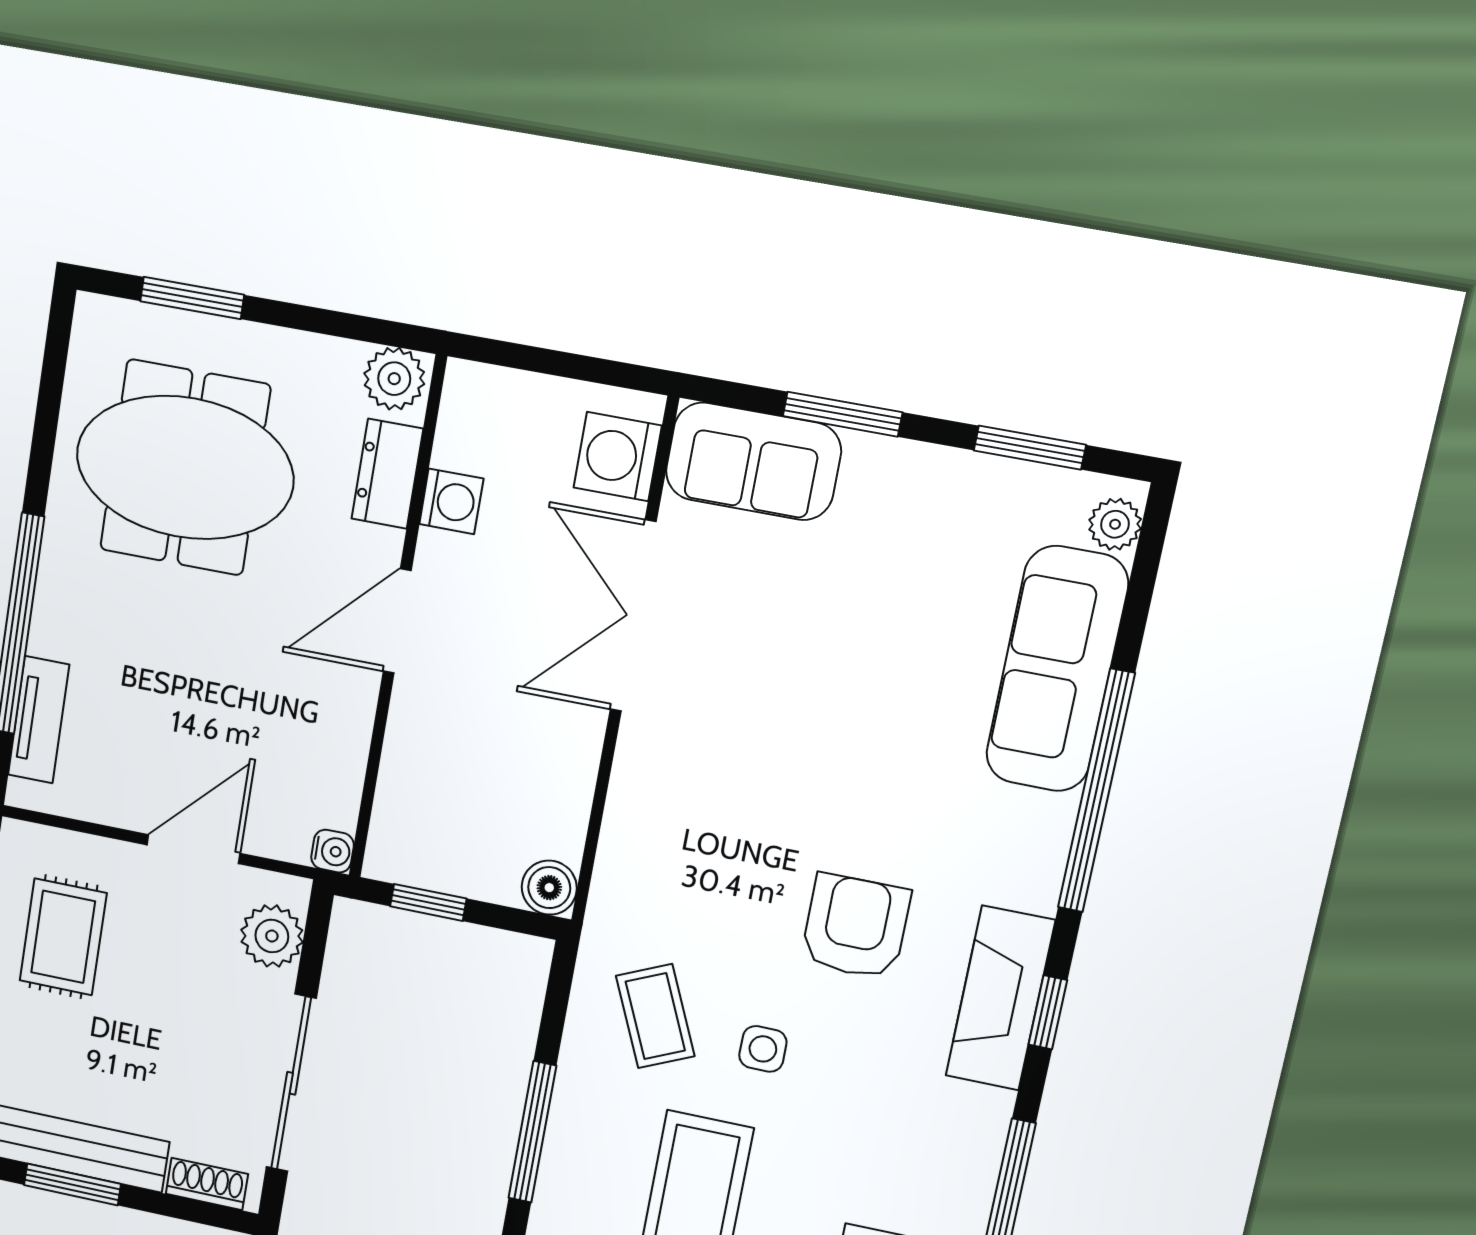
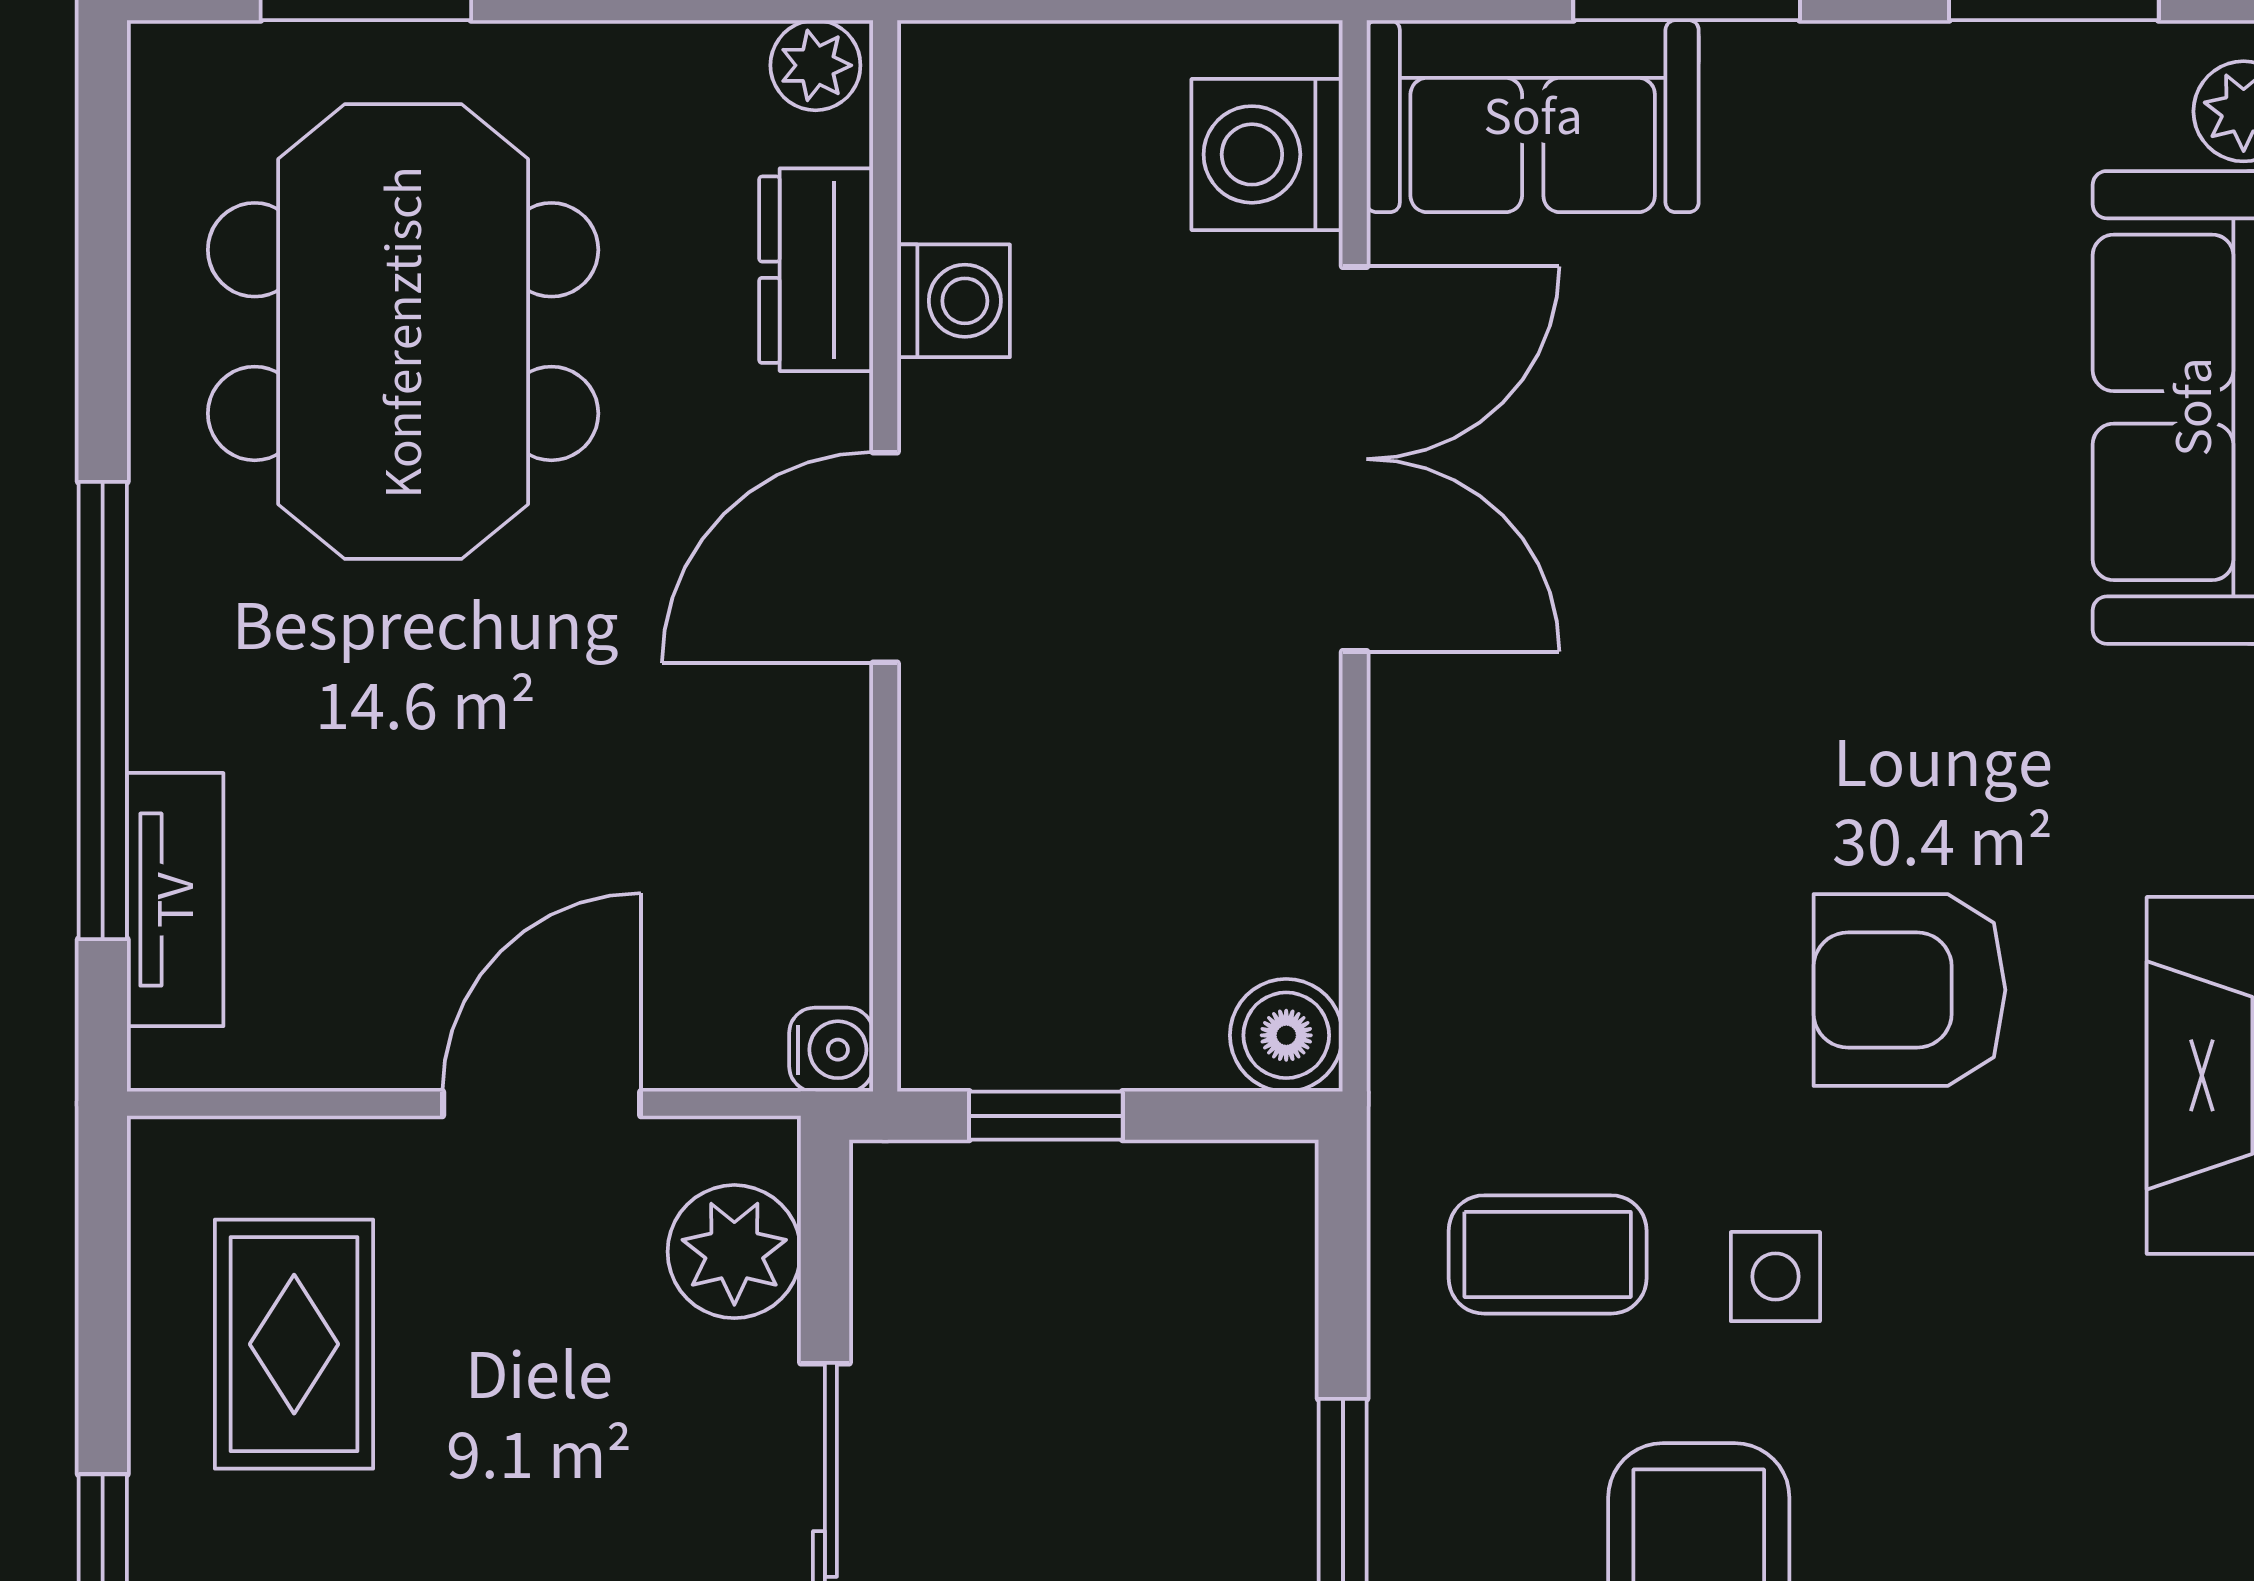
plant: (394, 379) -> (815, 65), width x0.73, depth x0.73
meeting table: (185, 468) -> (403, 332), turned 90
double door: (633, 616) -> (1355, 459), swing flipped
armchair: (856, 927) -> (1909, 990), turned -90
coffee table: (655, 1016) -> (1548, 1254), turned -66

